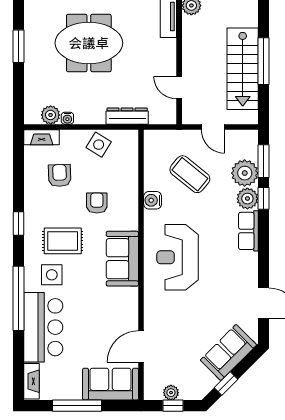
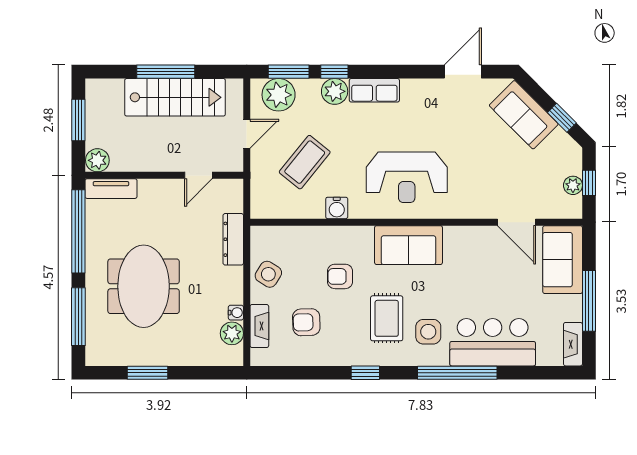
fireplace: (42, 137) -> (259, 326), moved
plant: (245, 173) -> (279, 95), moved
fireplace: (32, 381) -> (573, 344), moved, turned -90

